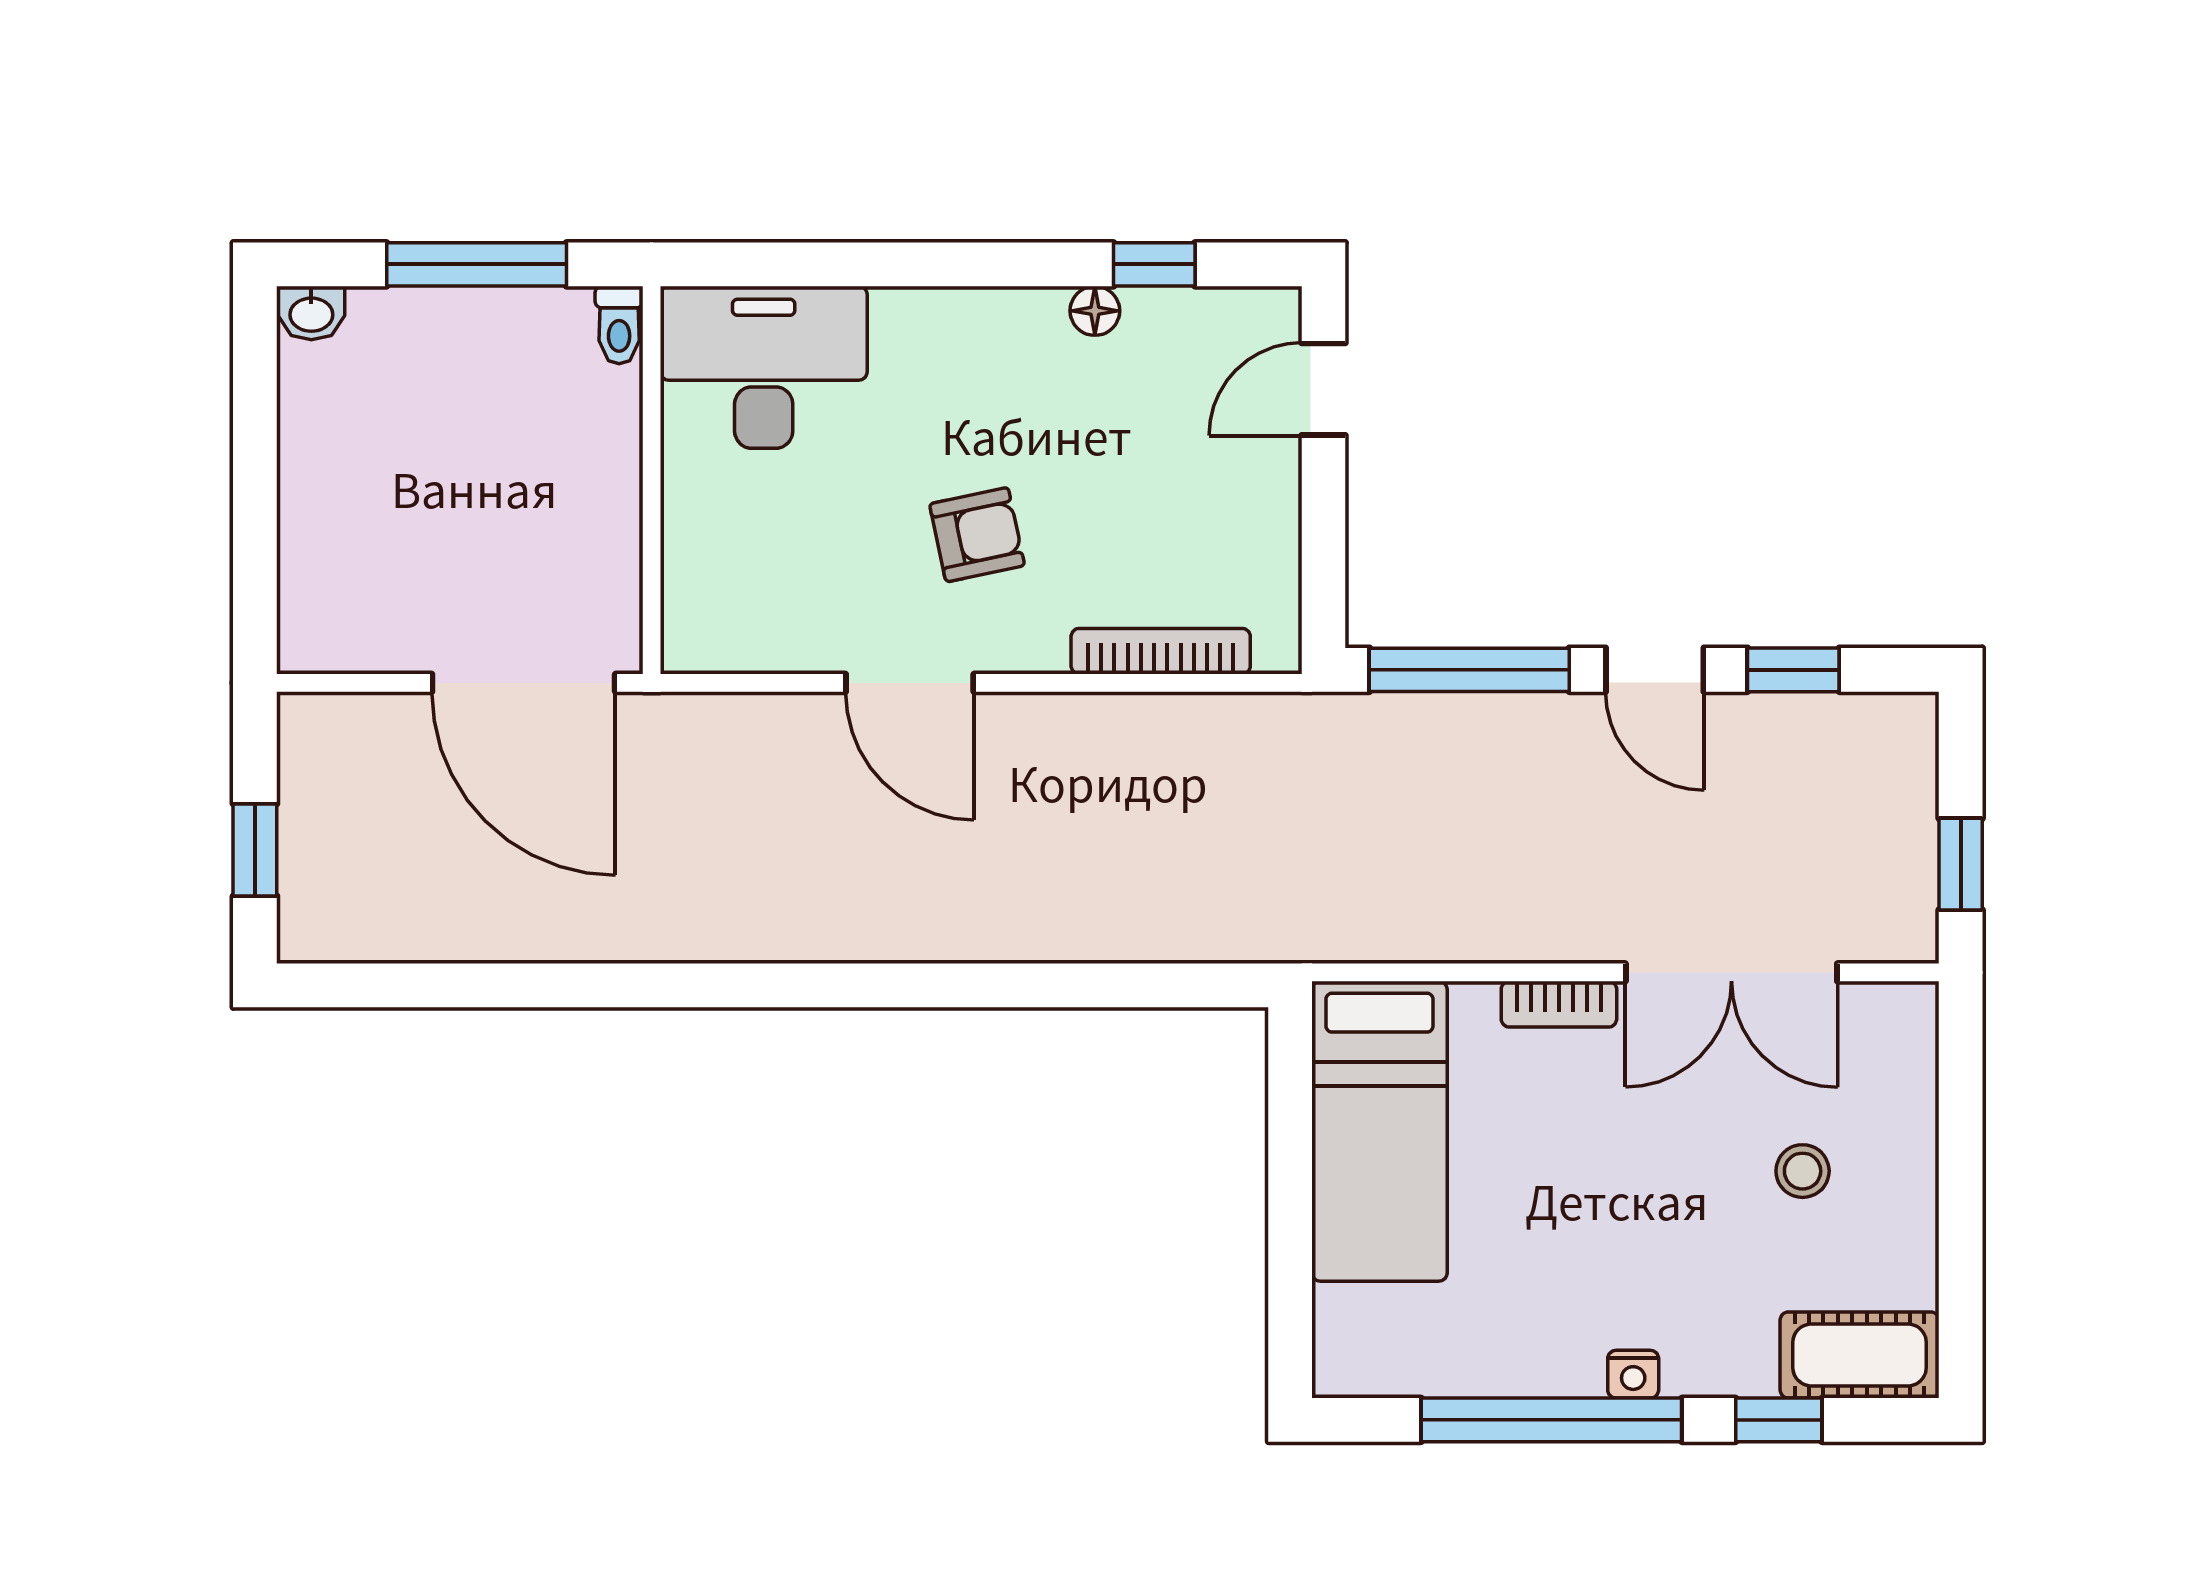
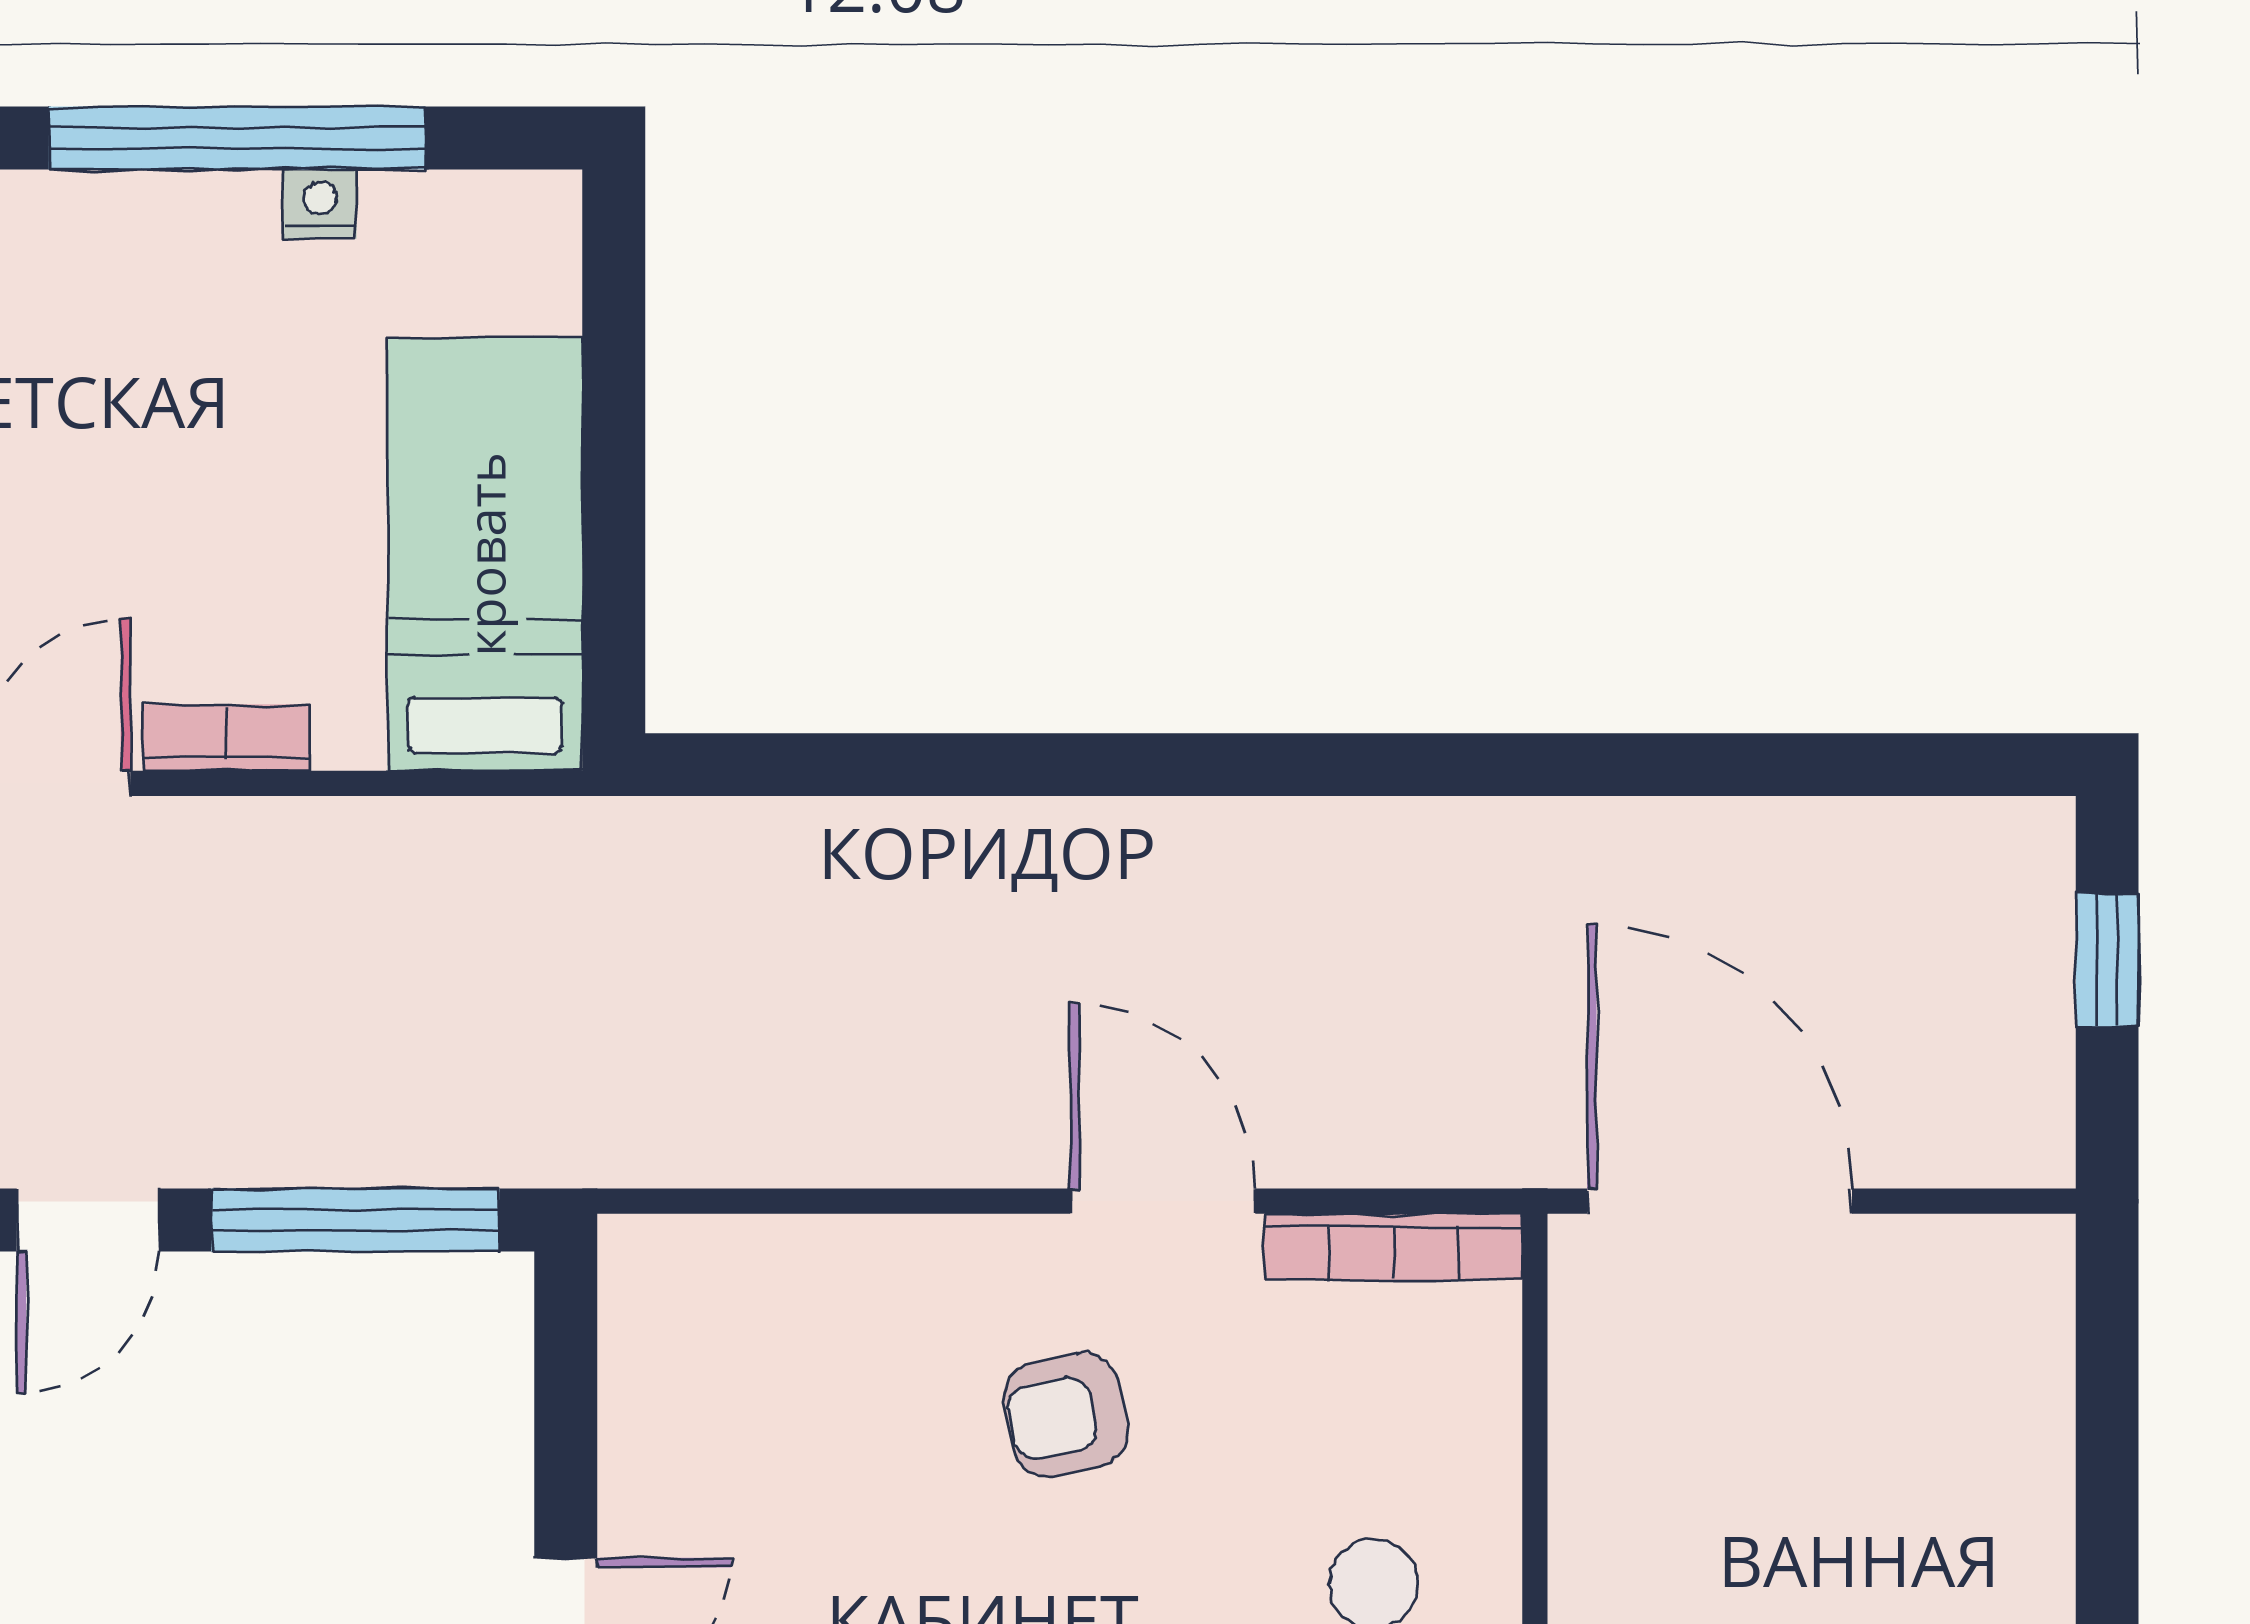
bookcase: (1161, 651) -> (1393, 1247), moved
door: (1655, 670) -> (88, 1220), swing flipped
nightstand: (1633, 1374) -> (320, 204), moved

